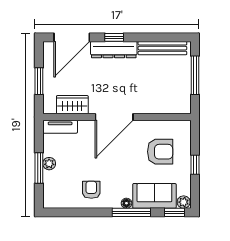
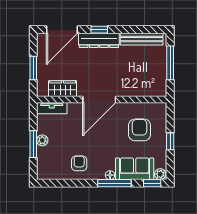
armchair: (160, 152) -> (140, 130), turned -90

